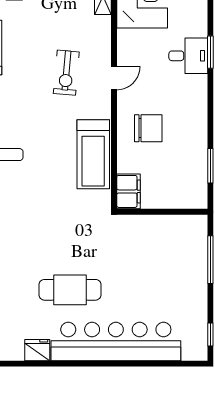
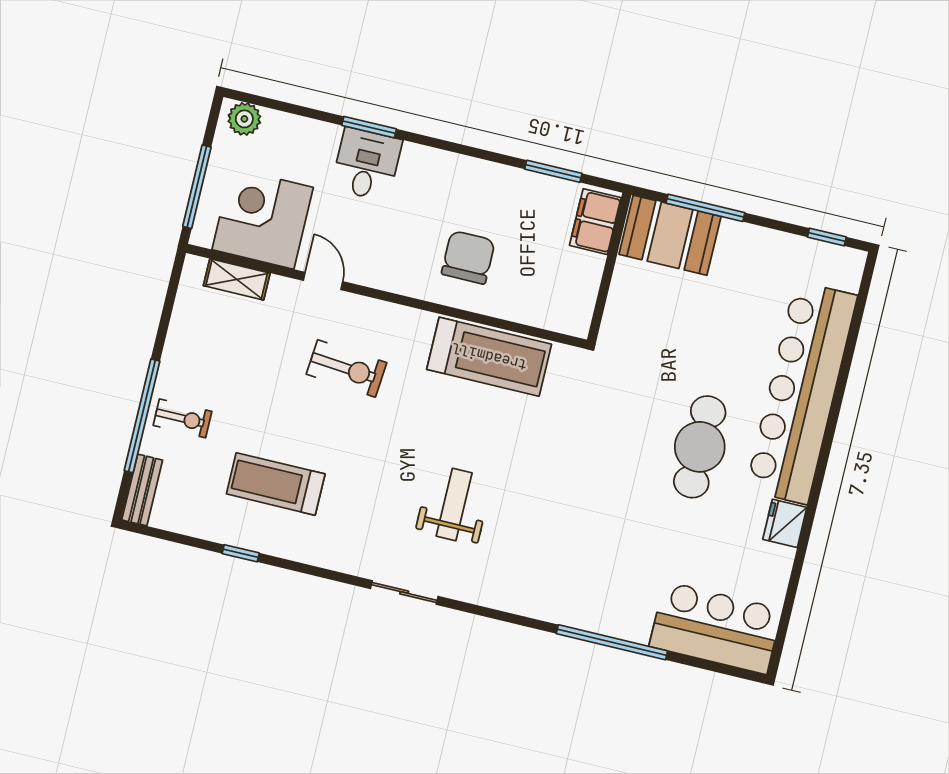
door: (114, 78) -> (323, 281), moved
filing cabinet: (129, 191) -> (595, 222), moved, turned -90
booth: (189, 243) -> (670, 235), added

